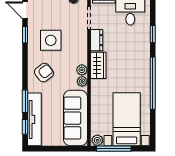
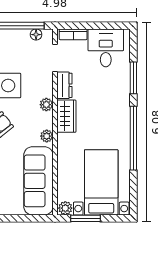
window: (153, 34) -> (133, 78), width x1.50
plant: (82, 70) -> (46, 105), moved
window: (114, 149) -> (86, 218), width x0.69

